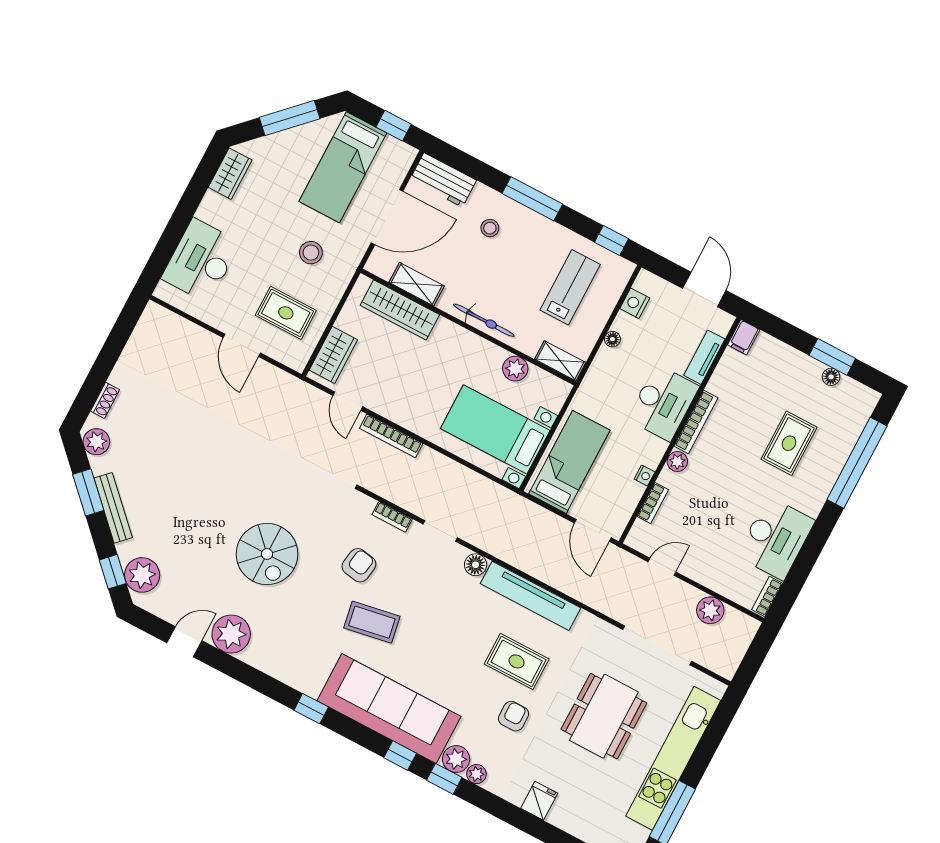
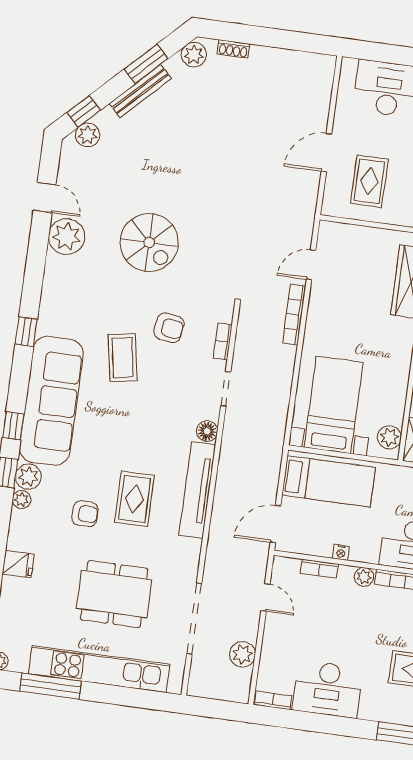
wardrobe: (333, 355) -> (347, 237), removed
plant: (515, 369) -> (389, 437), moved
spiral stairs: (267, 554) -> (149, 243), turned -90
plant: (142, 575) -> (88, 135), width x0.73, depth x0.73

